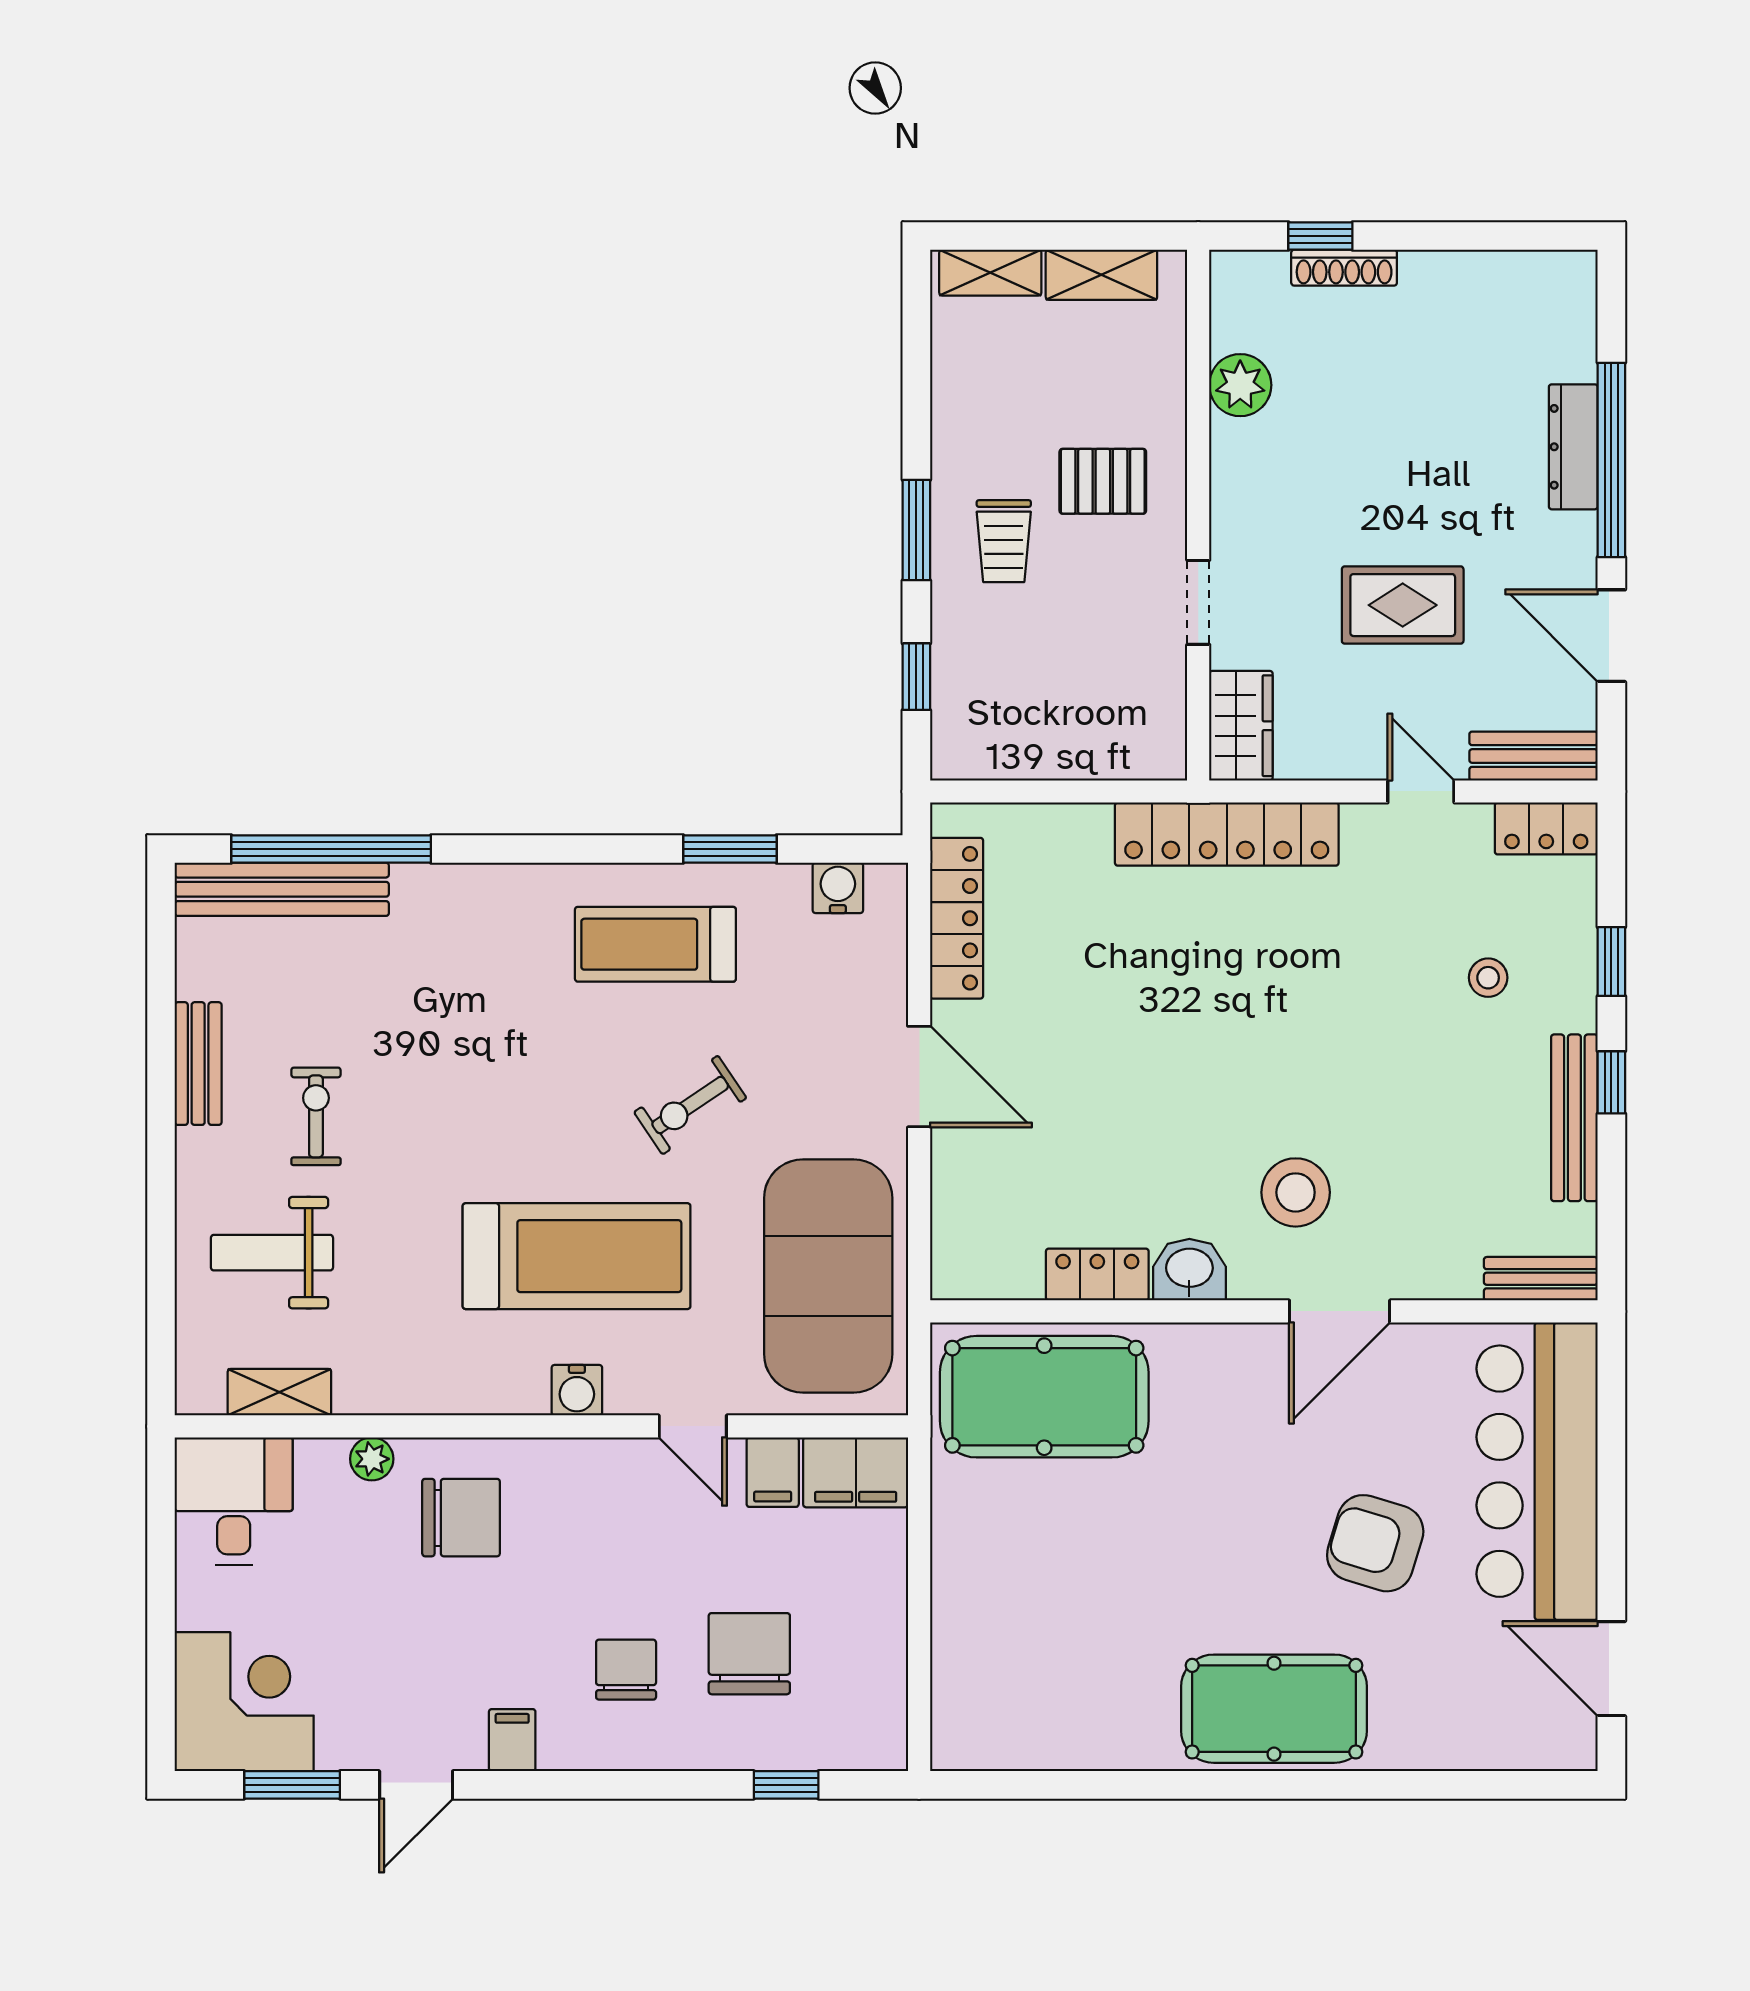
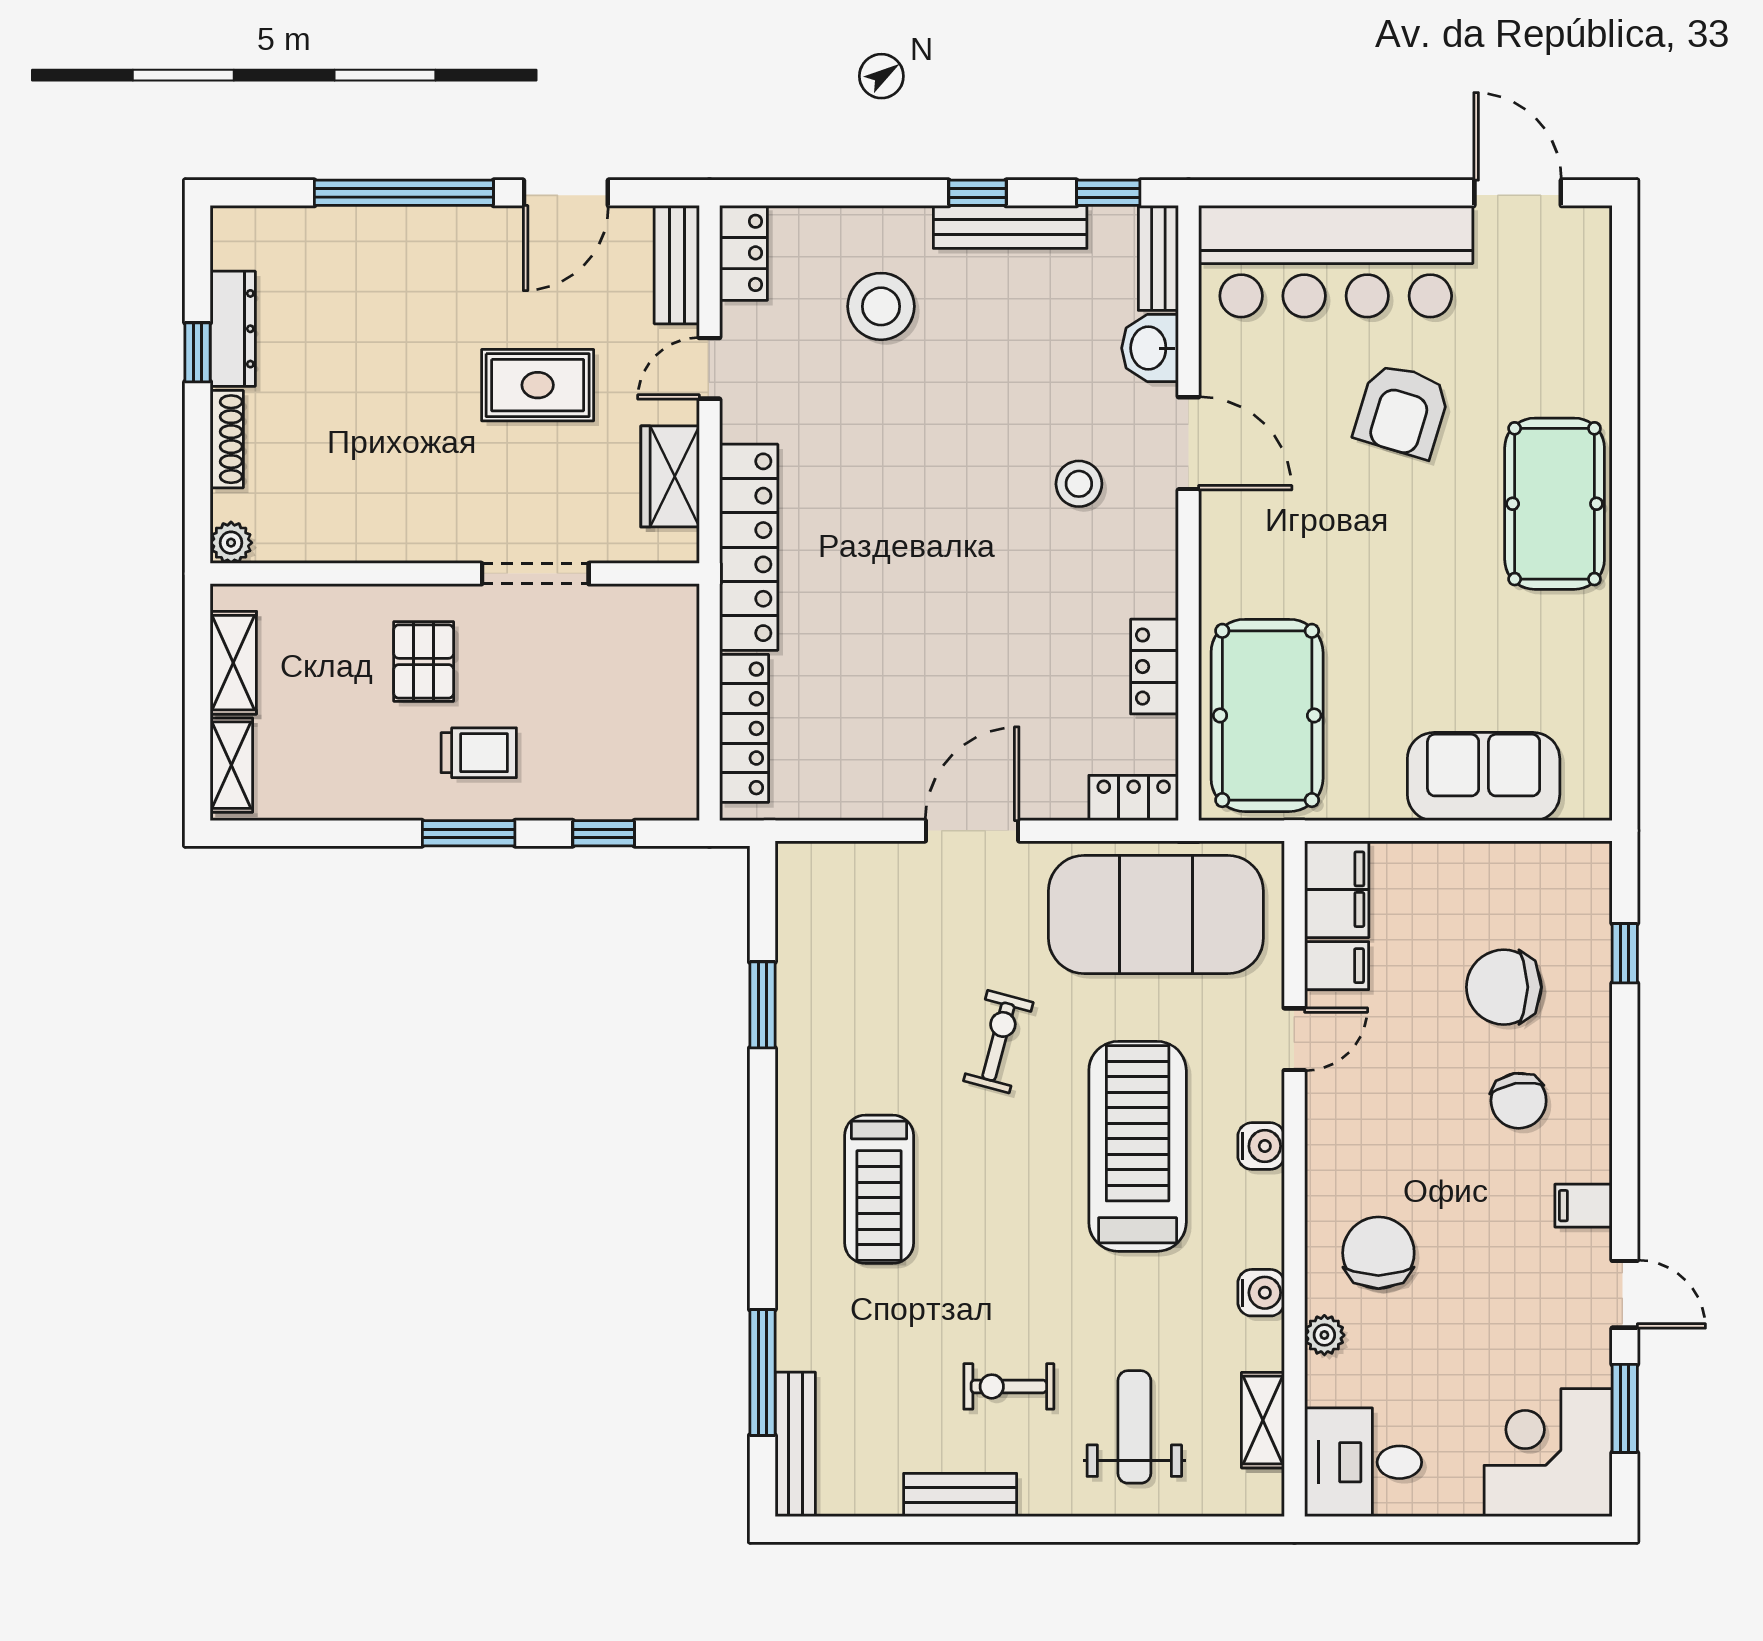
window: (1320, 236) -> (198, 352), moved
plant: (1240, 385) -> (231, 543), moved, width x0.73, depth x0.73
dresser: (1573, 447) -> (233, 329), moved, turned -90
doorway: (1198, 602) -> (535, 574), width x1.38
rug: (1403, 605) -> (538, 385), turned 90
wardrobe: (1241, 726) -> (670, 476), moved, turned -90
window: (331, 849) -> (762, 1372), width x0.68
water cooler: (838, 888) -> (1261, 1293), moved, turned 180
bench: (282, 889) -> (795, 1444), width x0.73, depth x0.82
locker: (957, 918) -> (744, 728), moved, turned 90
treadmill: (655, 944) -> (879, 1189), moved
window: (1611, 962) -> (1108, 193), moved
stool: (1488, 978) -> (881, 306), width x1.89, depth x1.89
exercise bike: (690, 1105) -> (998, 1042), turned -131
stool: (1296, 1192) -> (1079, 484), width x0.73, depth x0.73
locker: (955, 1252) -> (1134, 798), added
weight bench: (272, 1253) -> (1134, 1427), turned 180
washbasin: (1189, 1270) -> (1150, 348), moved
sofa: (978, 1632) -> (1484, 777), added
door: (1611, 1669) -> (1518, 193), swing flipped
chair: (626, 1670) -> (1519, 1101), turned -99

